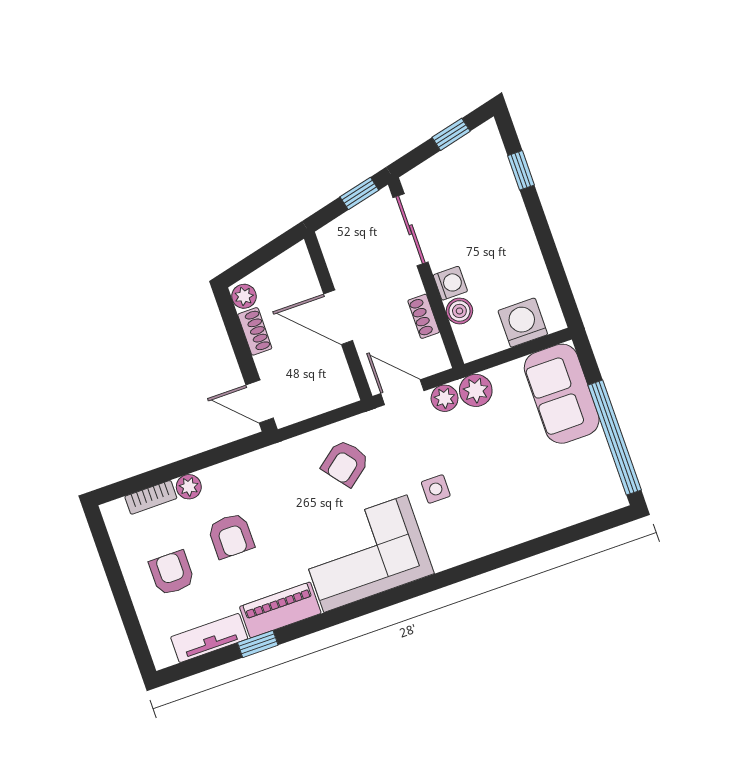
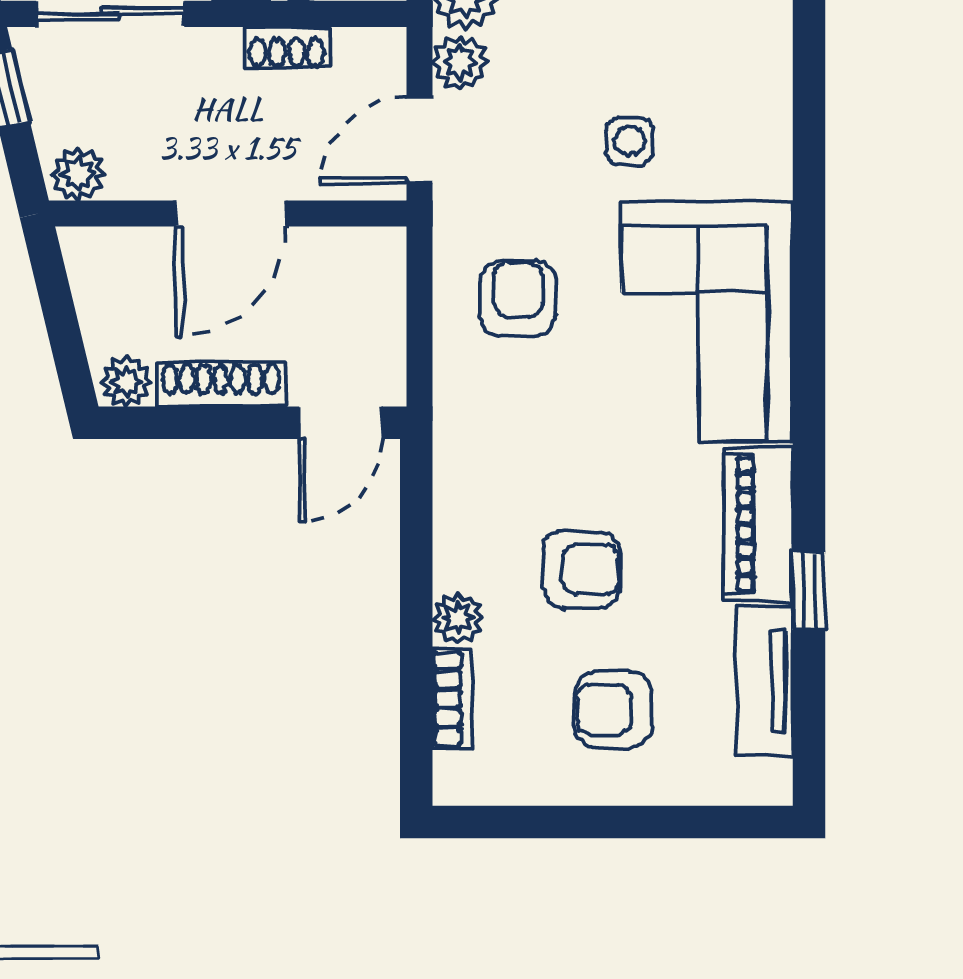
plant: (332, 241) -> (78, 174), added
shoe rack: (255, 331) -> (221, 385), width x1.43
armchair: (345, 463) -> (518, 299), turned -142

